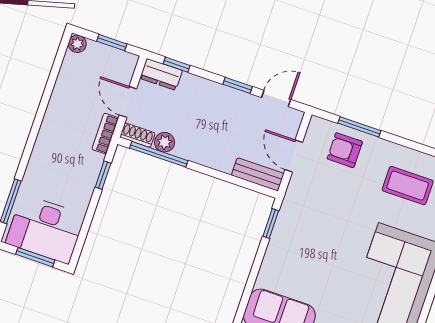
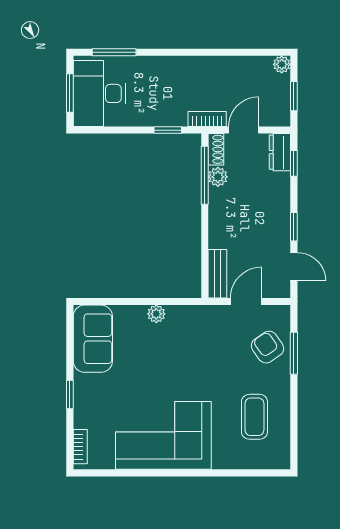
armchair: (345, 150) -> (268, 347), turned -35
window: (271, 224) -> (176, 301), removed
plant: (276, 246) -> (156, 314), added

